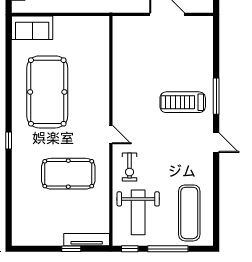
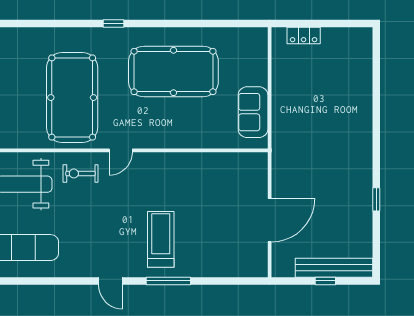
sofa: (32, 28) -> (253, 112), moved
door: (216, 143) -> (111, 281), hinge flipped
pool table: (68, 174) -> (72, 98), width x1.36, depth x1.32

